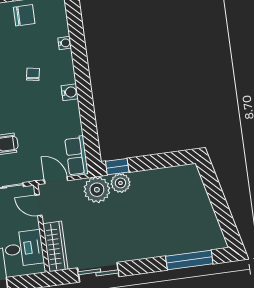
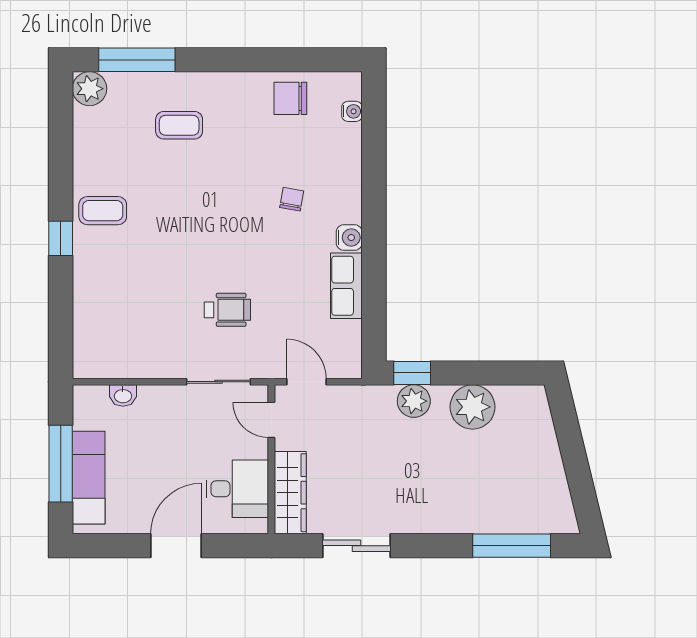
chair: (24, 15) -> (290, 98), turned 180
water cooler: (65, 43) -> (352, 111), moved
row of seats: (77, 156) -> (346, 286), moved
plant: (97, 190) -> (473, 407), moved

